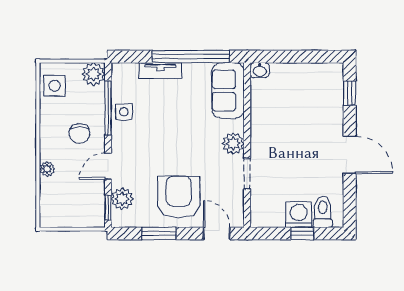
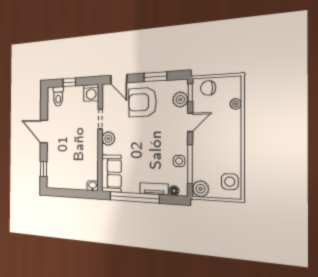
floor lamp: (131, 70) -> (174, 191), added
chair: (80, 133) -> (208, 88), moved, turned -90
plant: (47, 169) -> (236, 104), moved
armchair: (179, 197) -> (142, 102), turned 89
washing machine: (299, 215) -> (91, 93), moved

